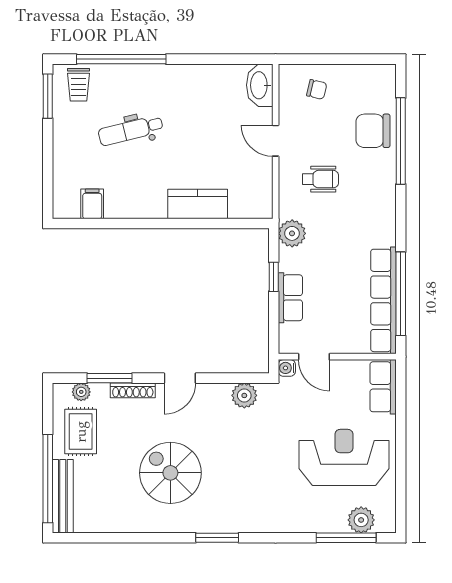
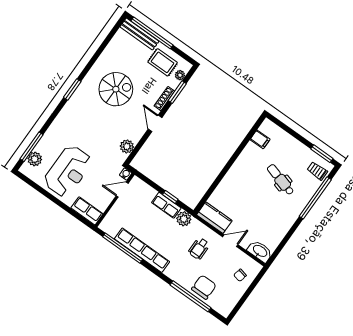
dental chair: (131, 130) -> (281, 180), turned -60
kitchen counter: (198, 204) -> (214, 218), moved, turned -90
row of seats: (290, 298) -> (166, 205), moved
row of seats: (383, 300) -> (142, 250), moved

